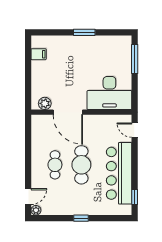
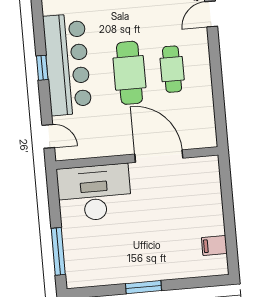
plant: (45, 103) -> (197, 167), removed
window: (135, 197) -> (42, 68), moved

